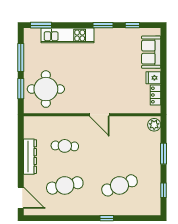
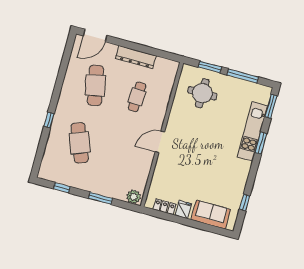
window: (103, 25) -> (261, 143), moved
round table: (46, 89) -> (202, 93), width x0.73, depth x0.73

